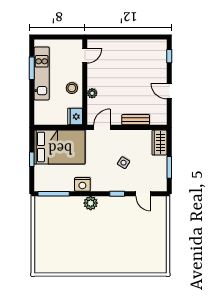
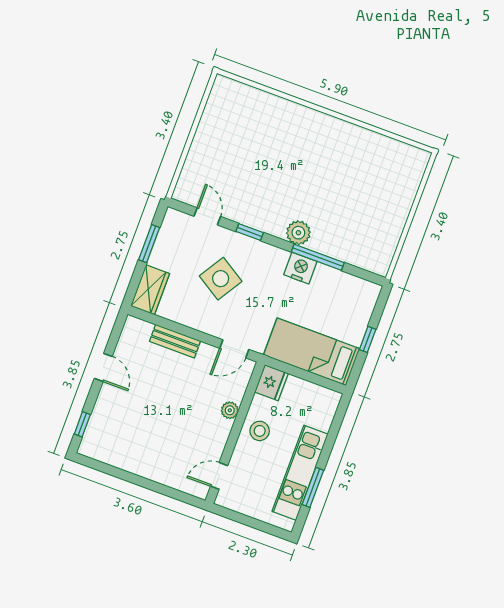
bed: (60, 147) -> (312, 352), width x0.67
side table: (123, 163) -> (221, 279), width x1.87, depth x1.87
window: (54, 194) -> (318, 257), moved

